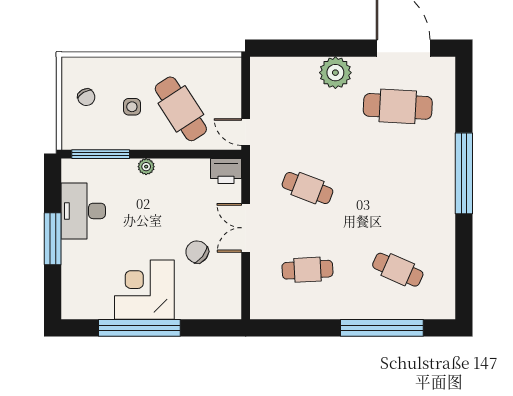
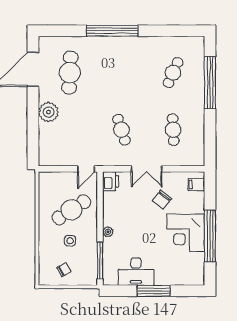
cafe table: (307, 188) -> (121, 130), turned -39
filing cabinet: (221, 306) -> (196, 185), added

